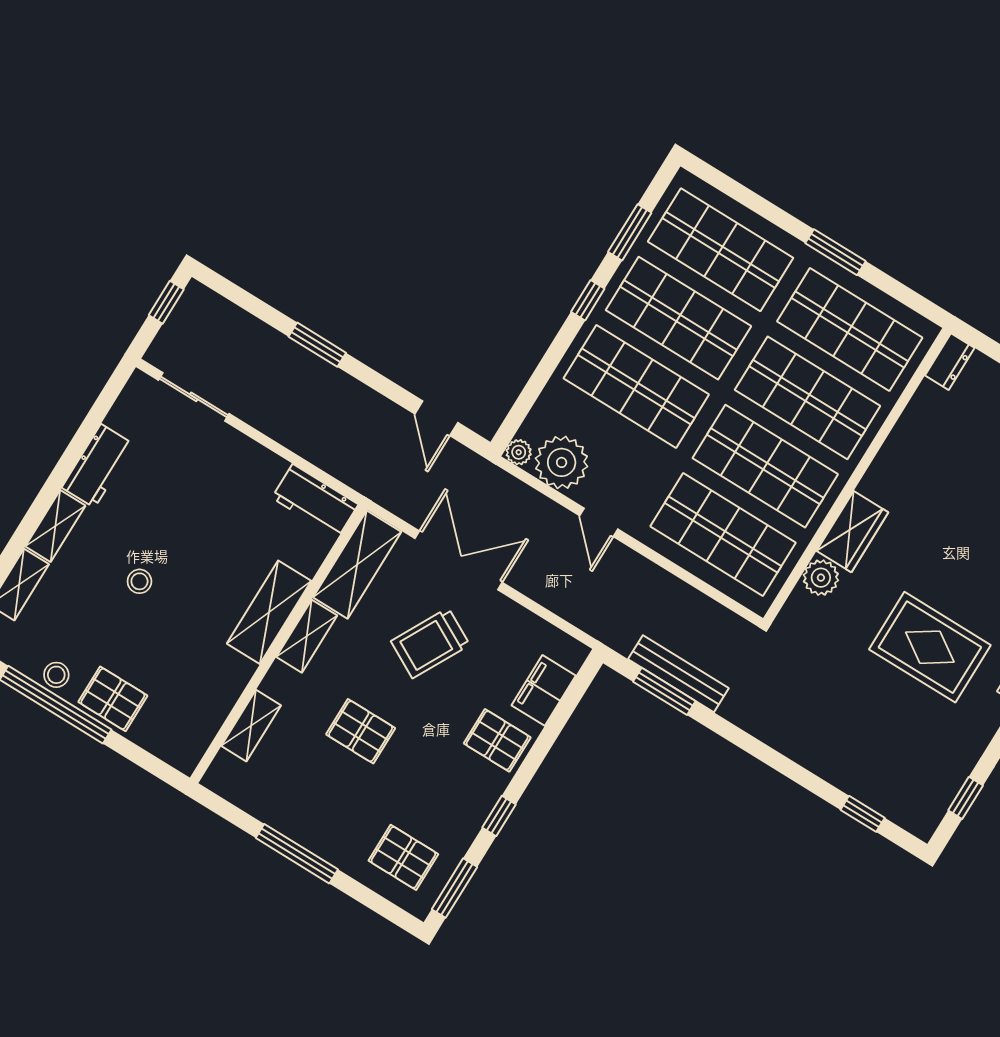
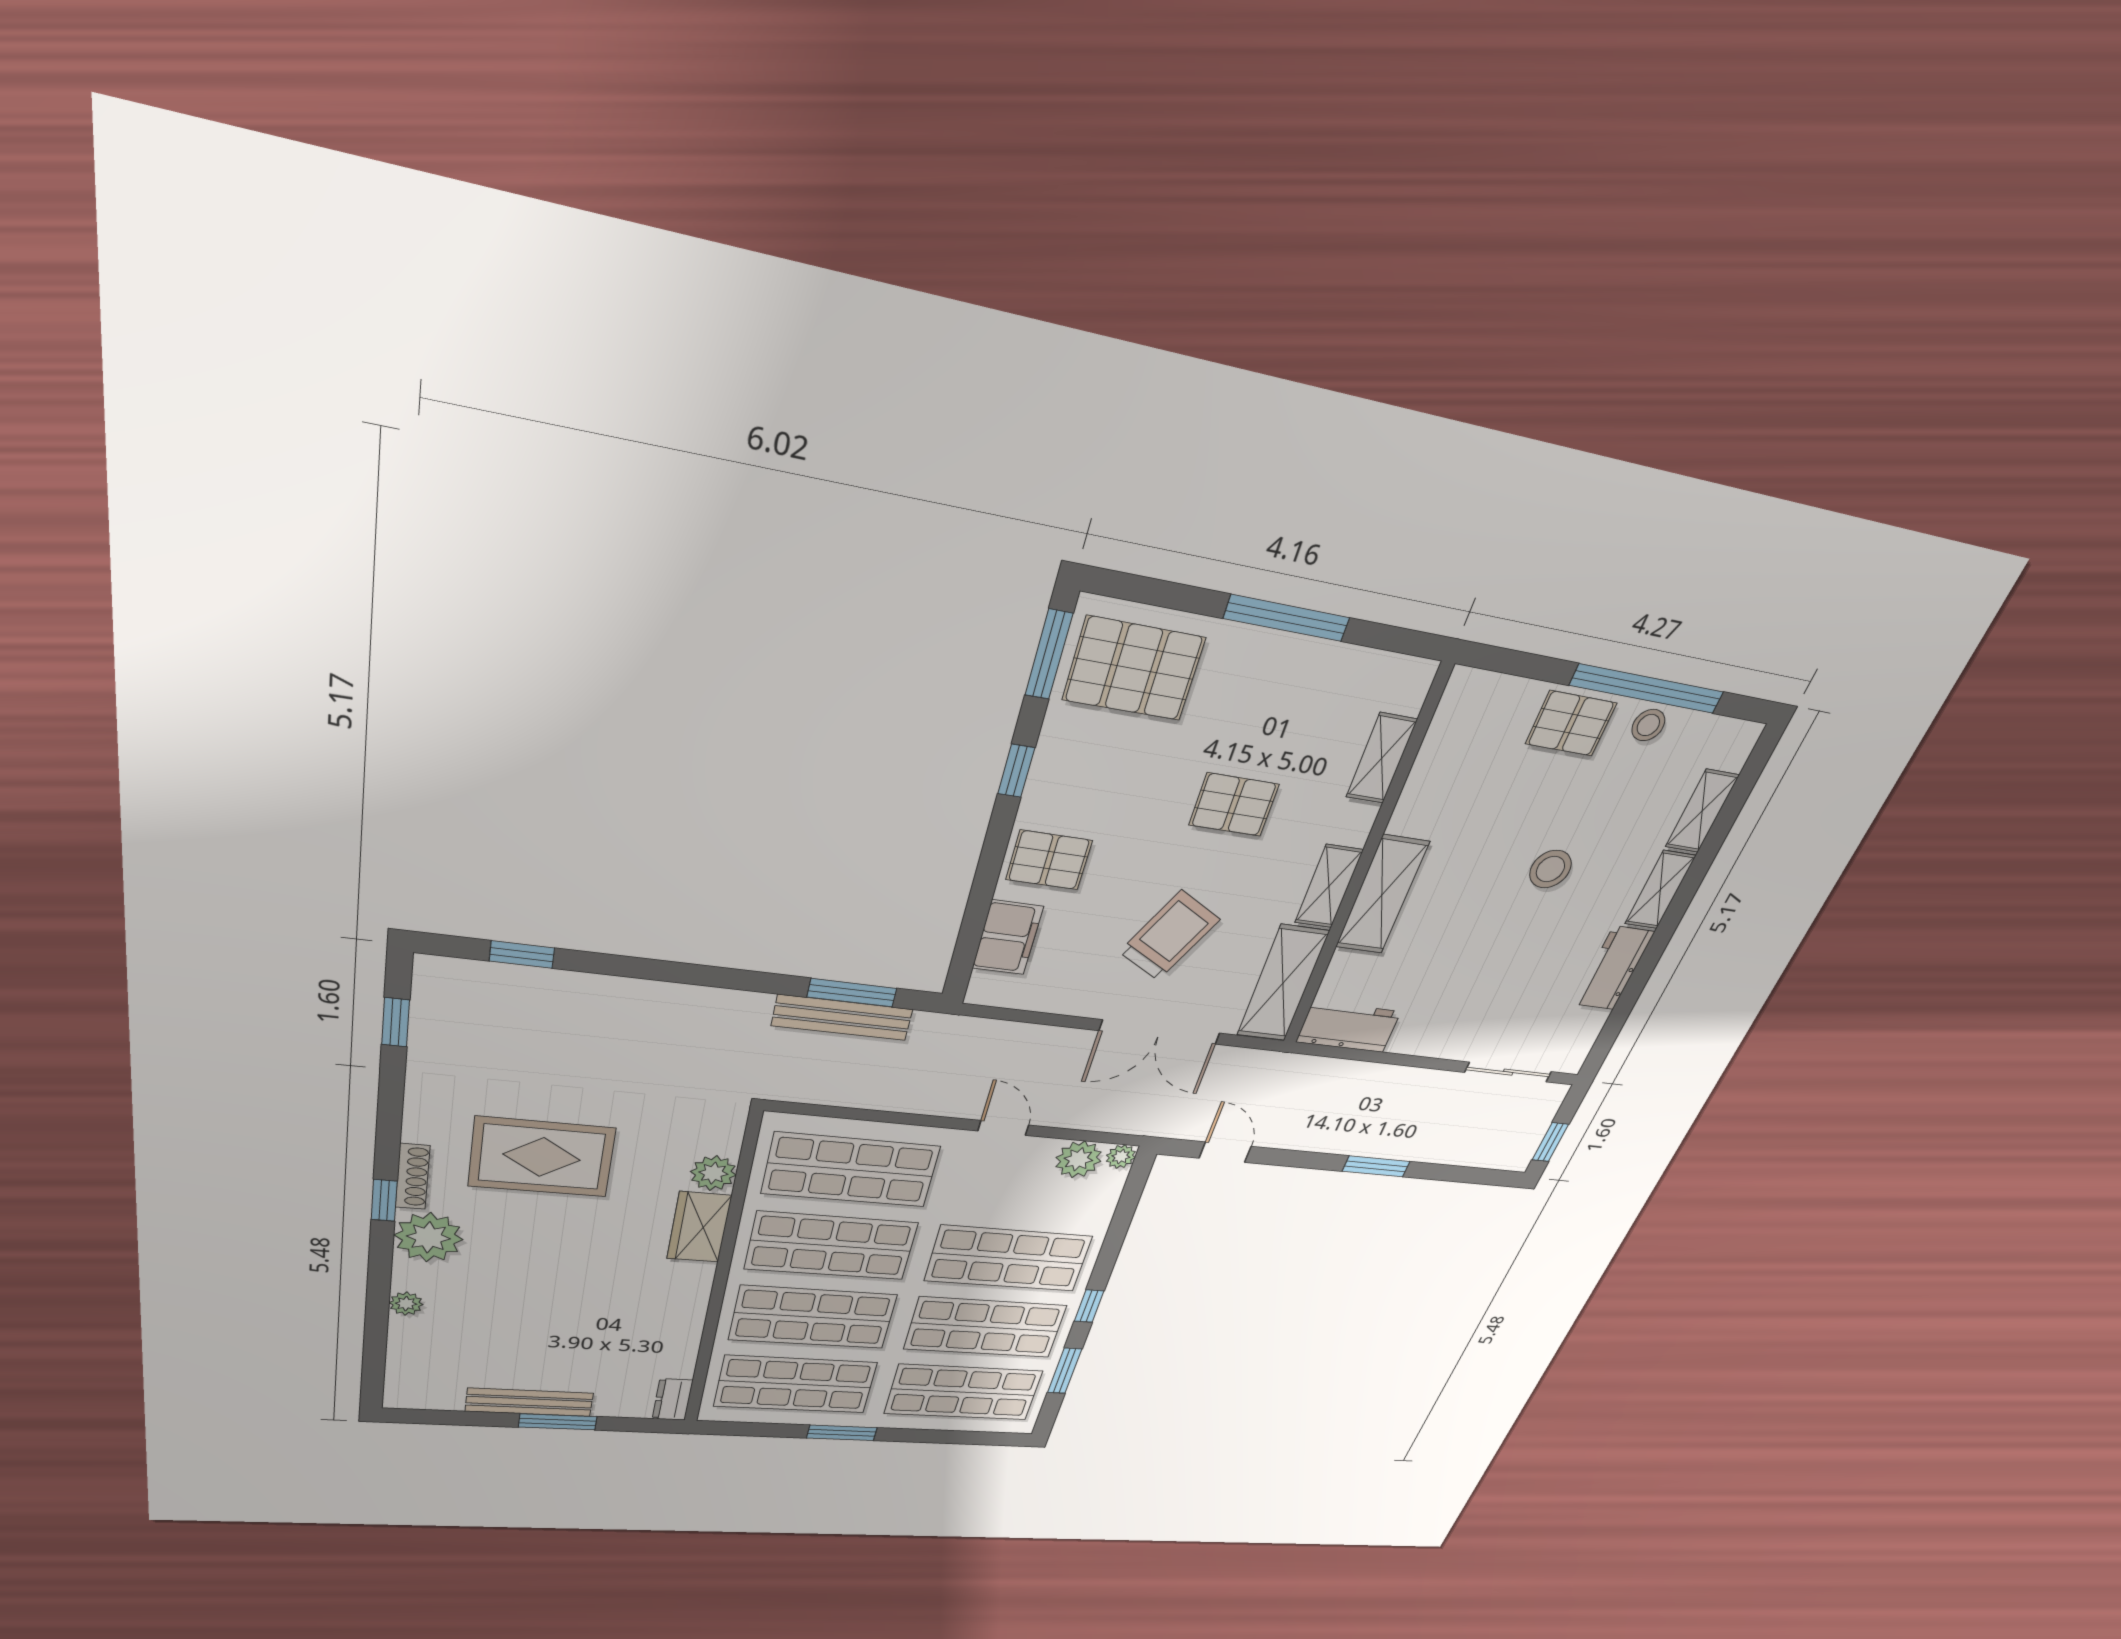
plant: (562, 462) -> (1078, 1159), width x0.73, depth x0.73
stool: (139, 581) -> (1550, 869), width x1.37, depth x1.37
pallet: (403, 857) -> (1134, 669), width x1.50, depth x1.42

